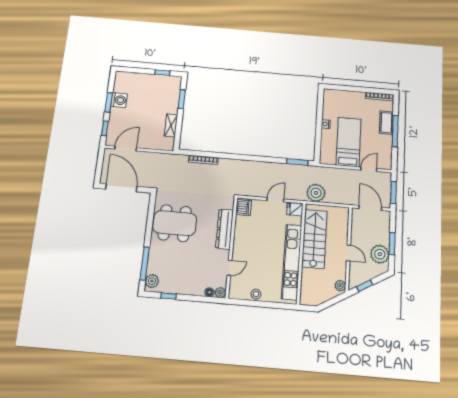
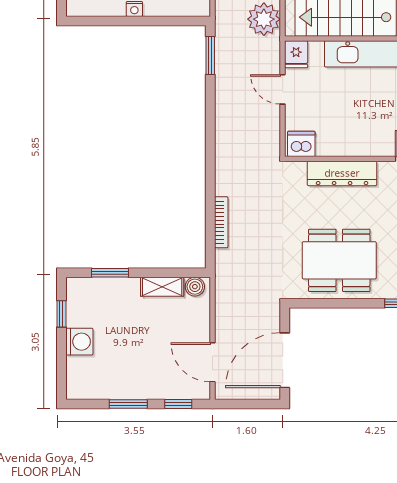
washing machine: (119, 100) -> (79, 342), moved, turned 90
boiler: (169, 143) -> (195, 287), added
dining table: (175, 223) -> (339, 260), turned 90

